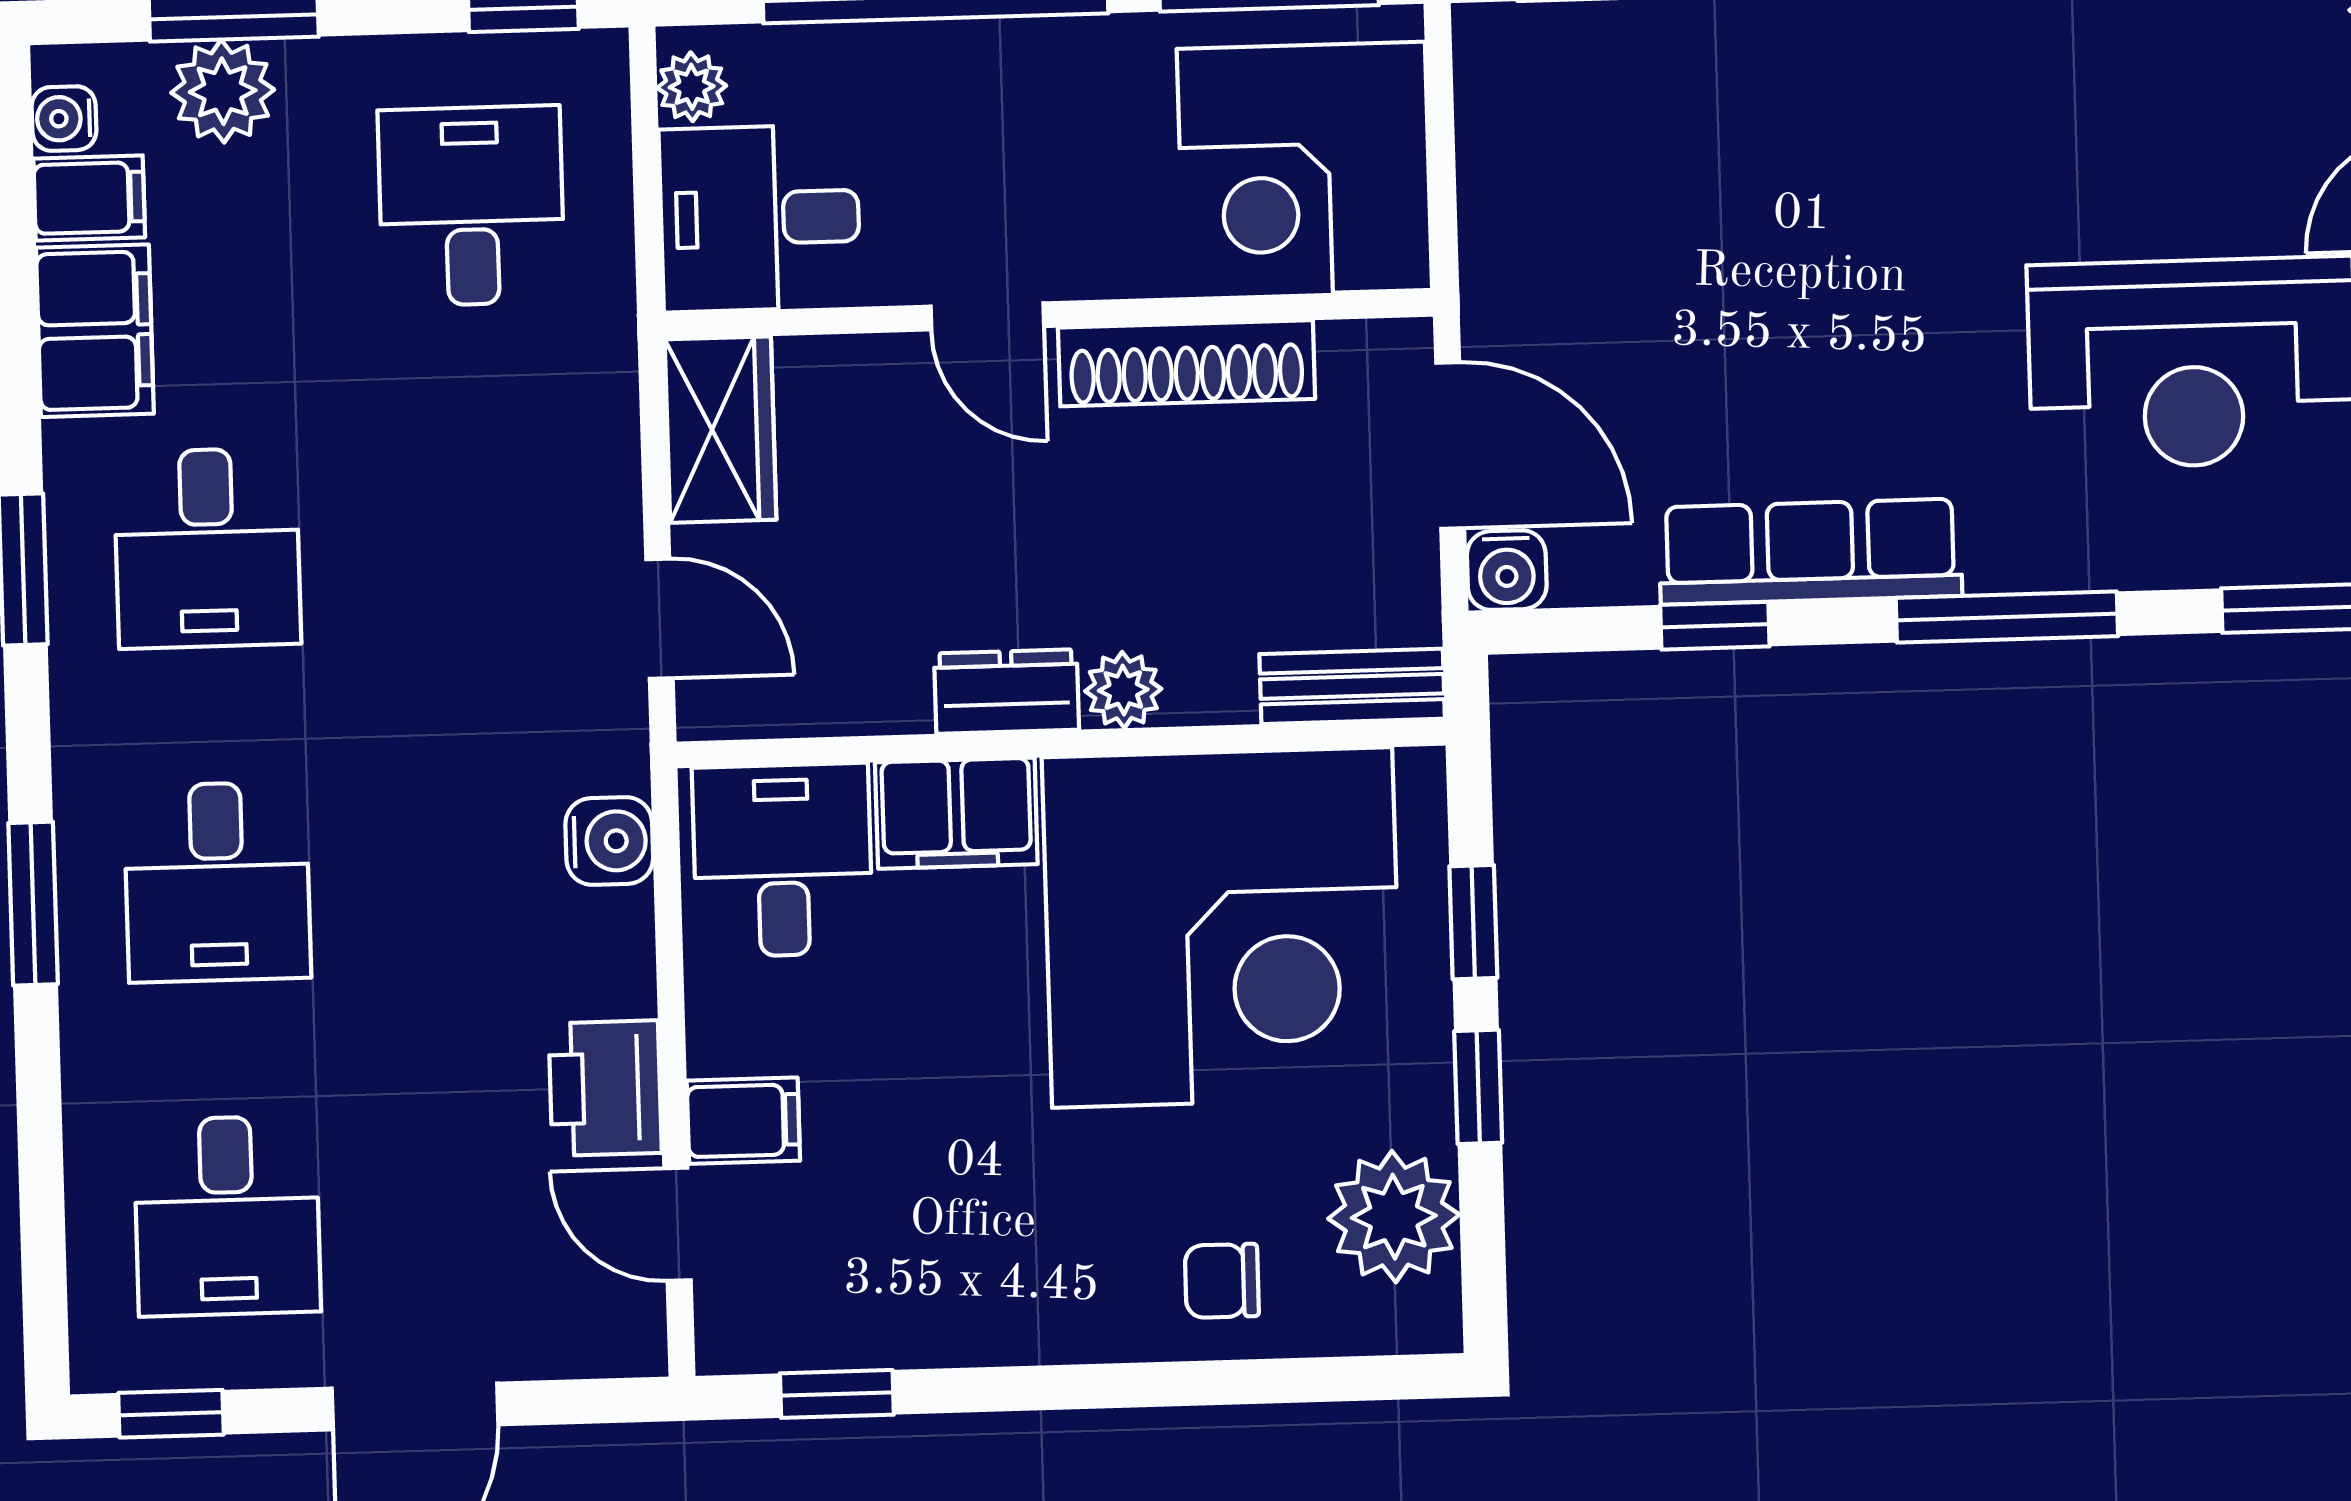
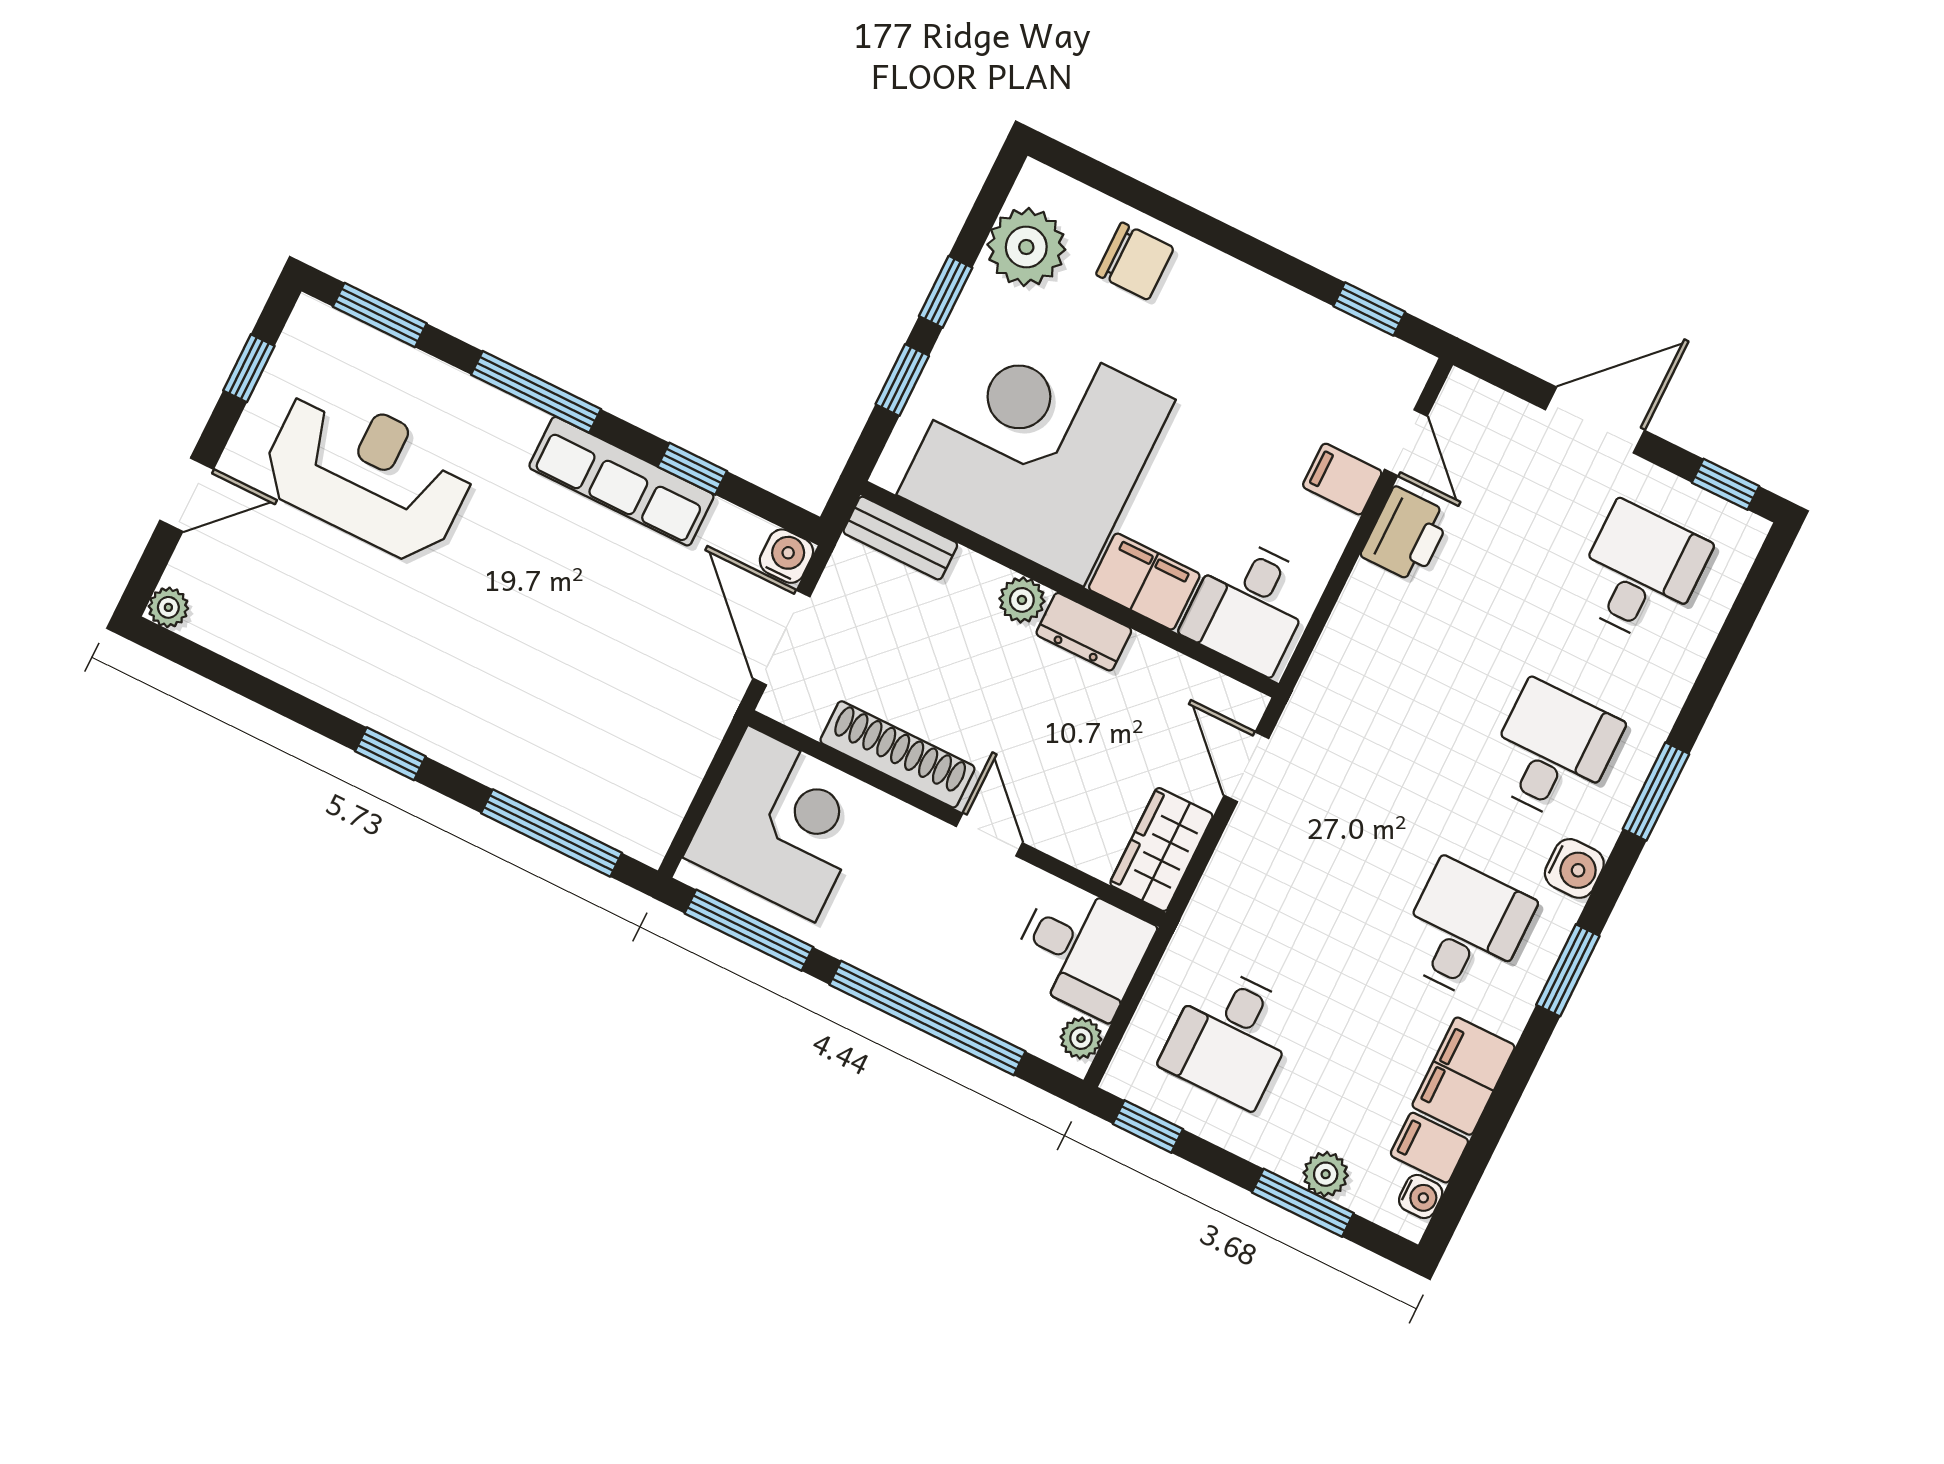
plant: (223, 91) -> (1326, 1174), width x0.73, depth x0.73
water cooler: (609, 841) -> (1574, 868), moved, turned 180
chair: (1222, 1281) -> (1135, 261), width x1.37, depth x1.37

